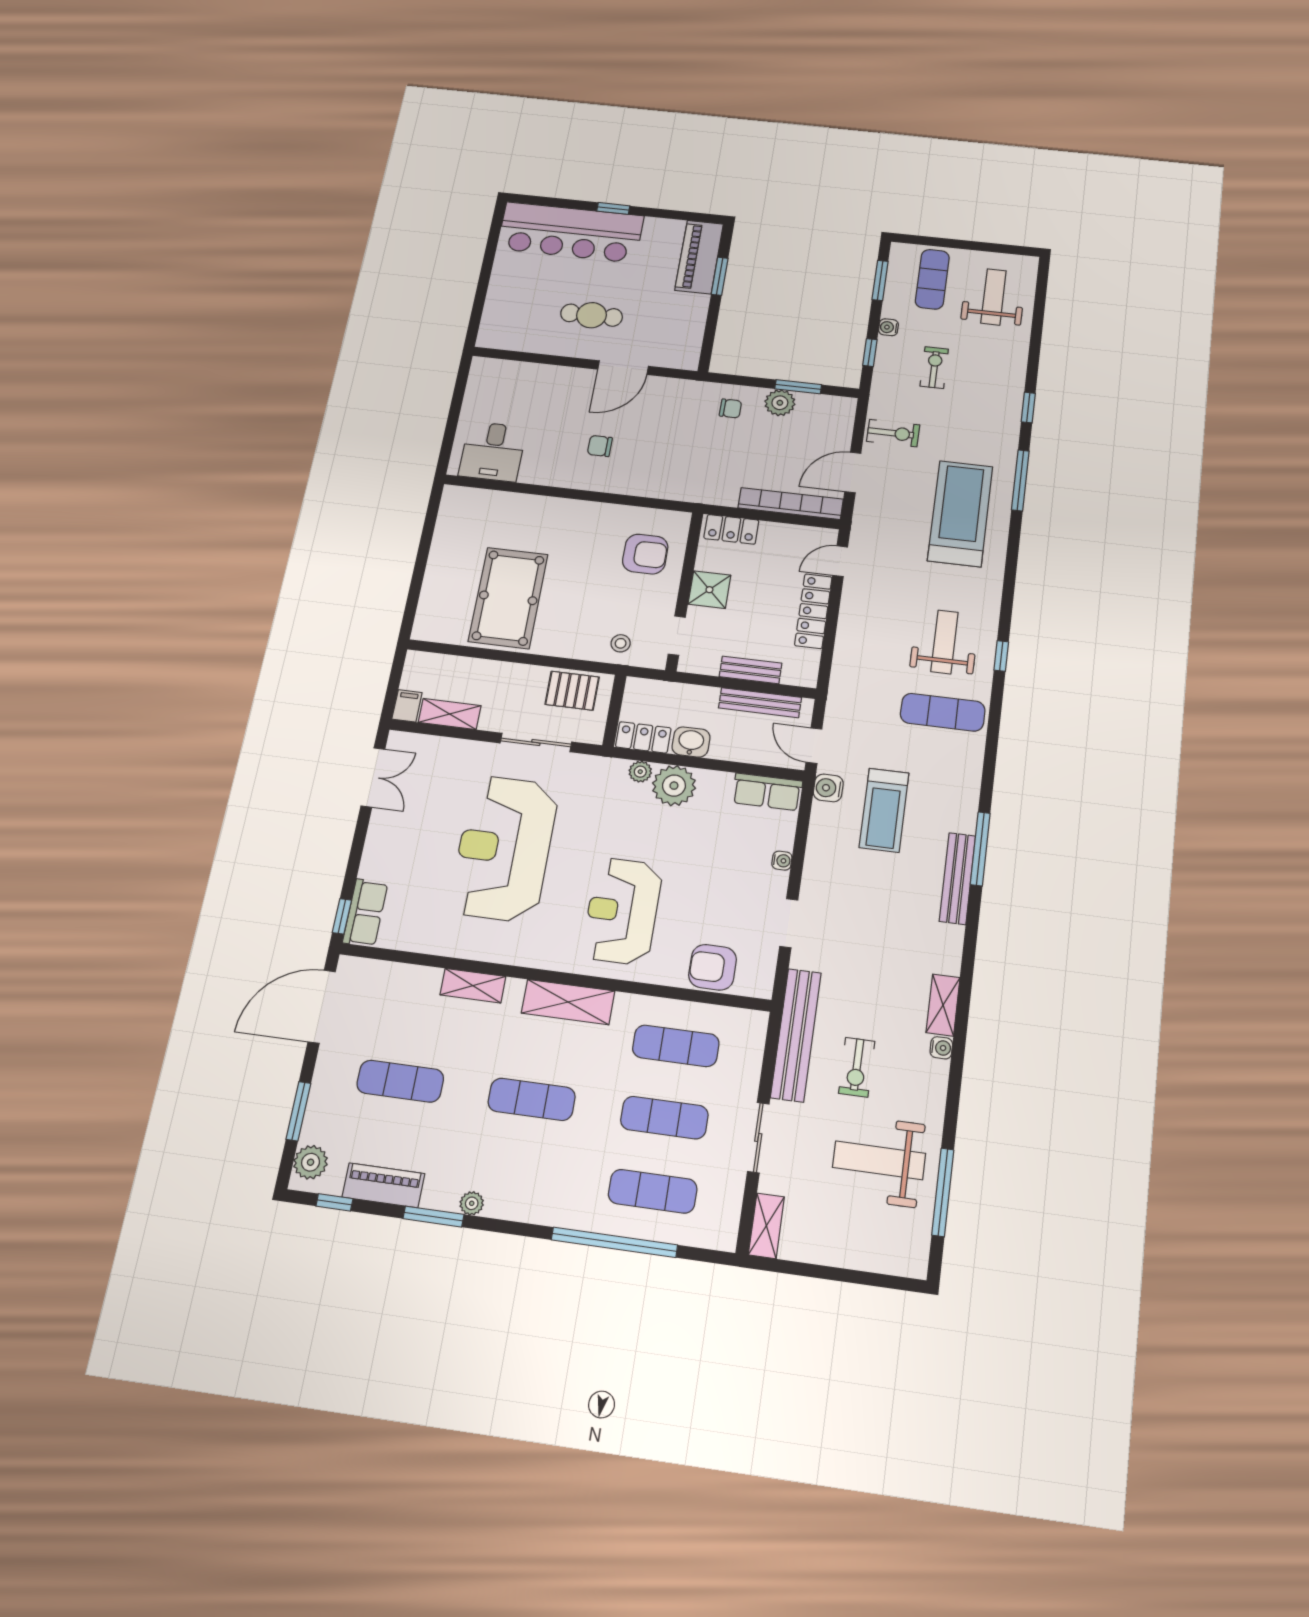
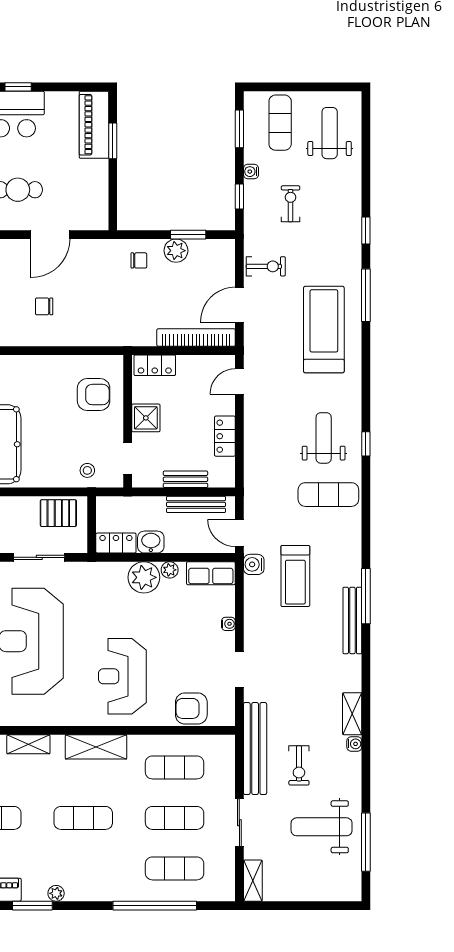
locker: (813, 611) -> (225, 436), width x0.66
plant: (640, 772) -> (170, 570), moved

